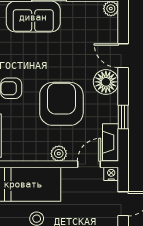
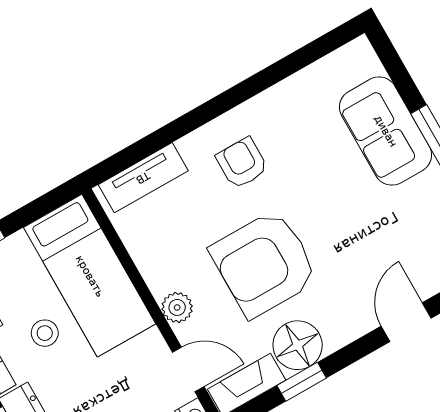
floor lamp: (106, 82) -> (298, 345), moved
armchair: (61, 104) -> (264, 264), turned 180

